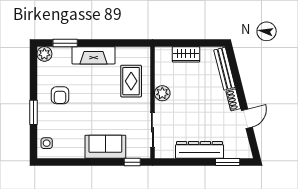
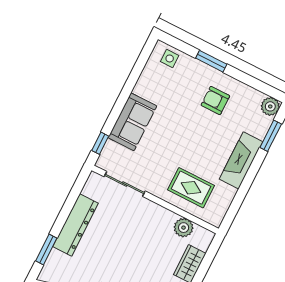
plant: (162, 93) -> (184, 228), moved

